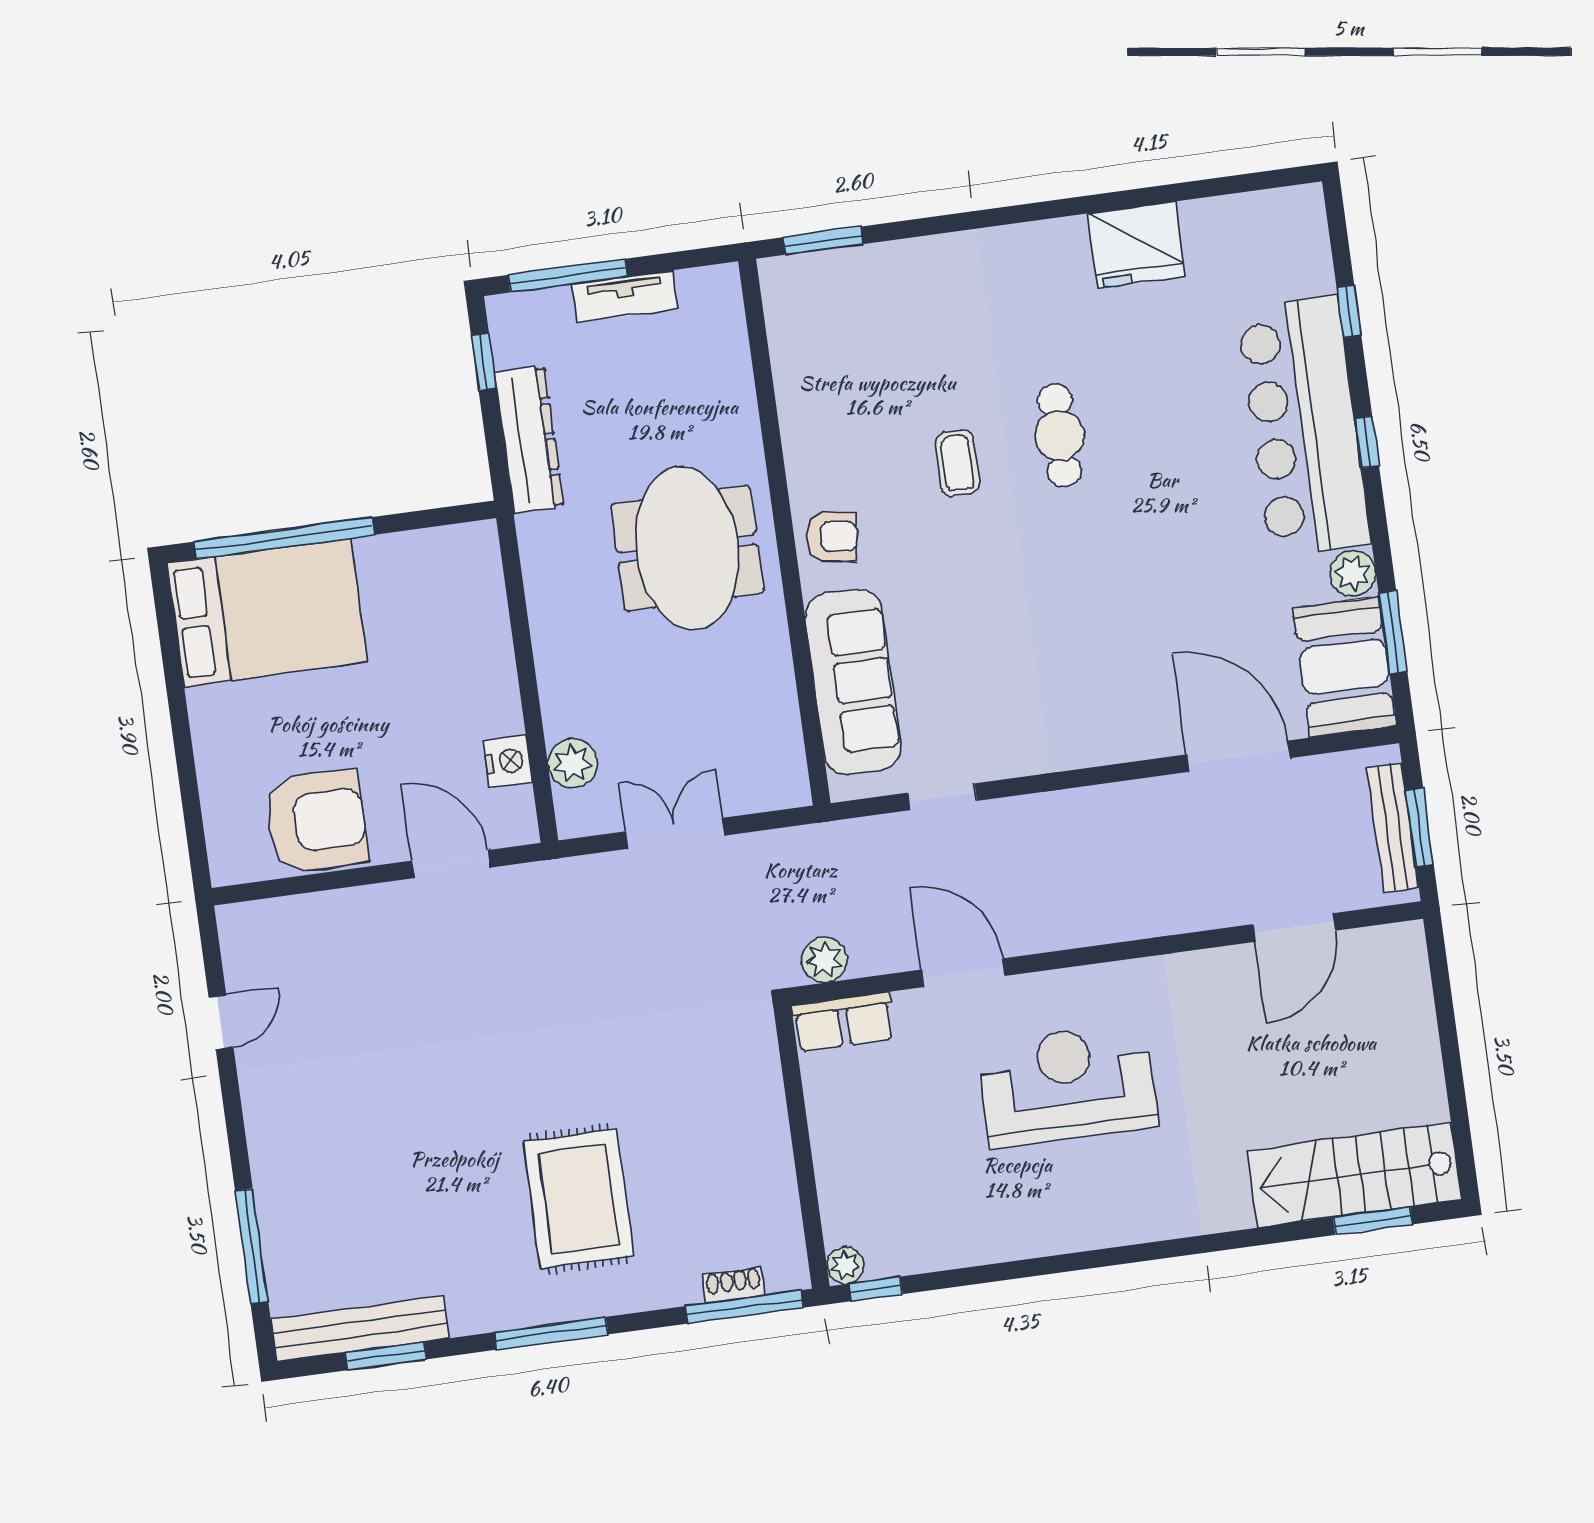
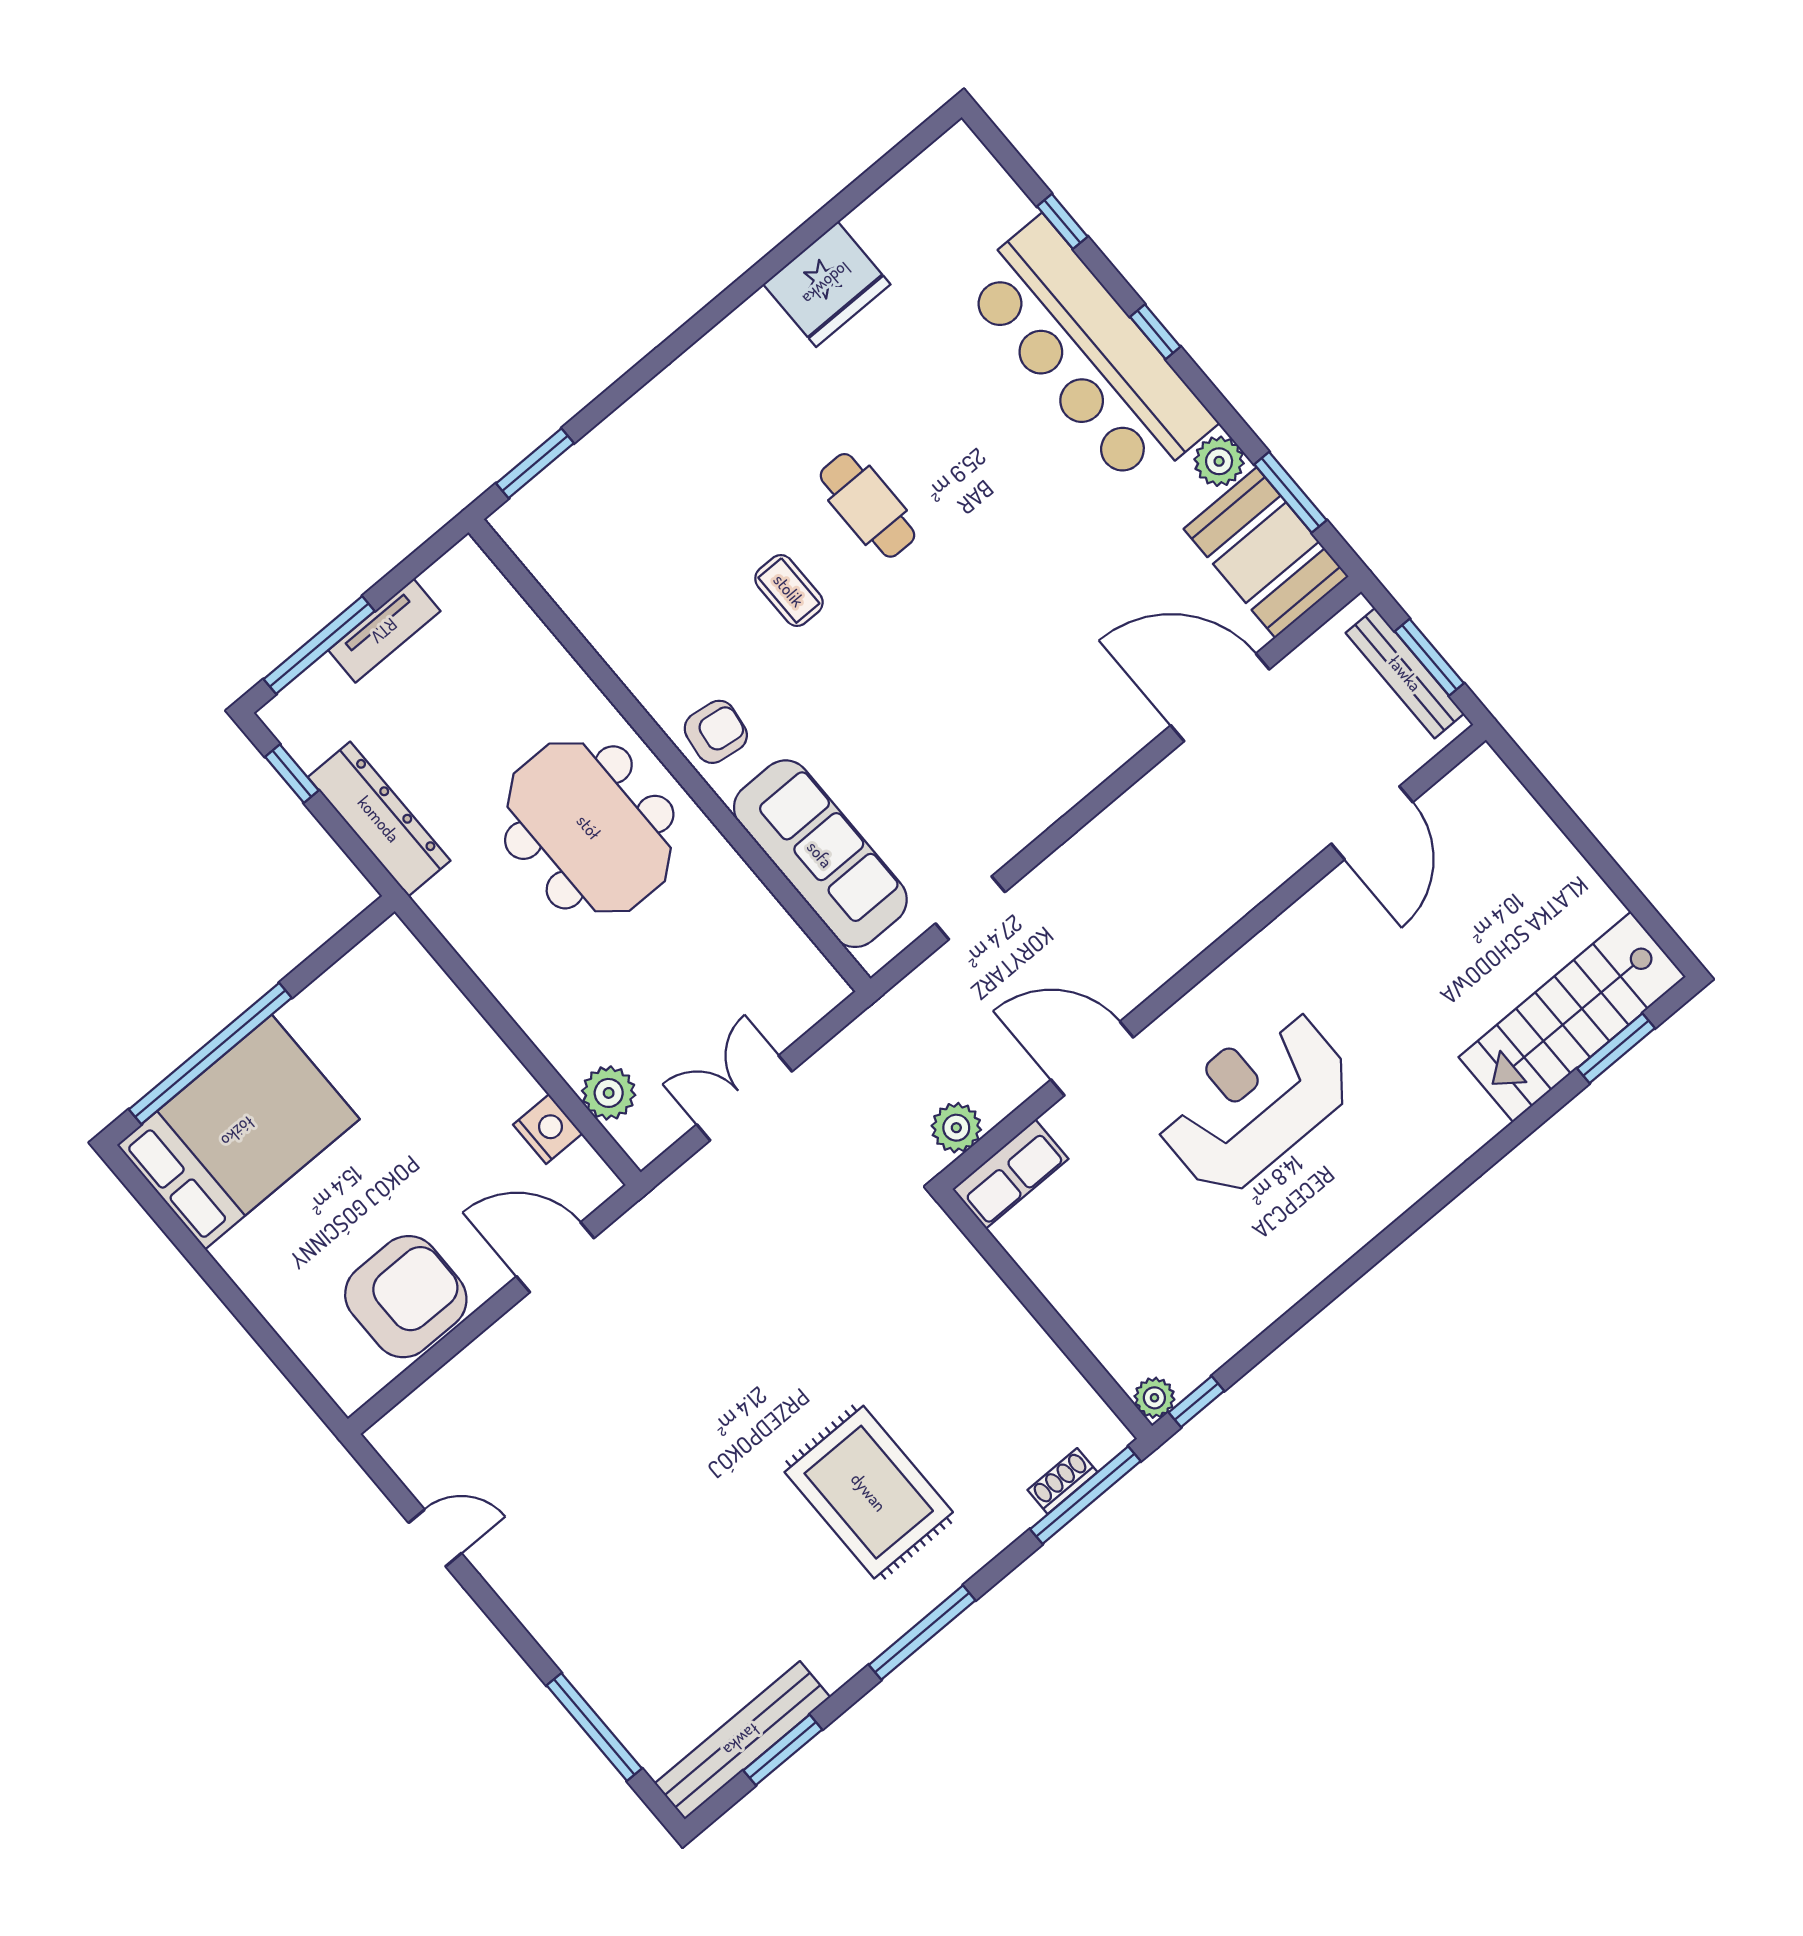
door: (221, 1022) -> (435, 1538), hinge flipped

